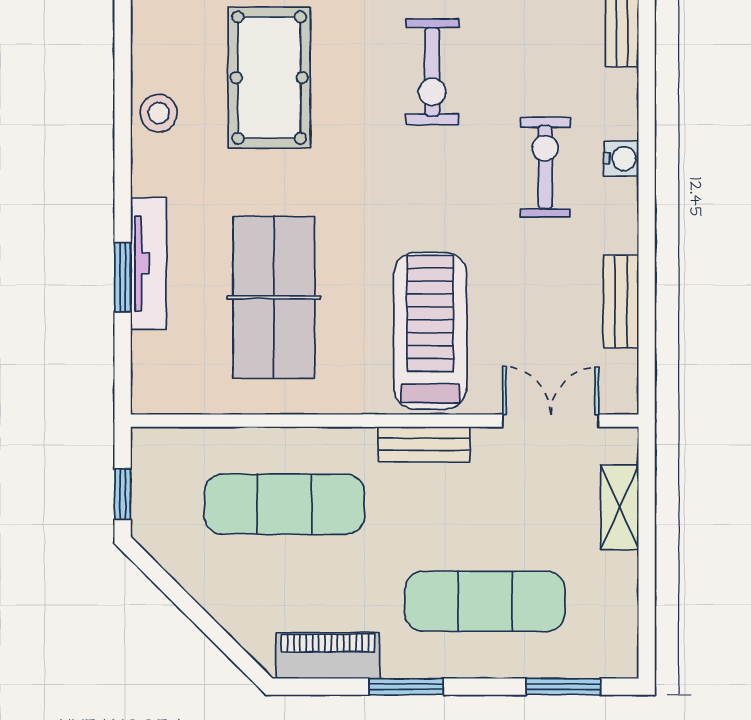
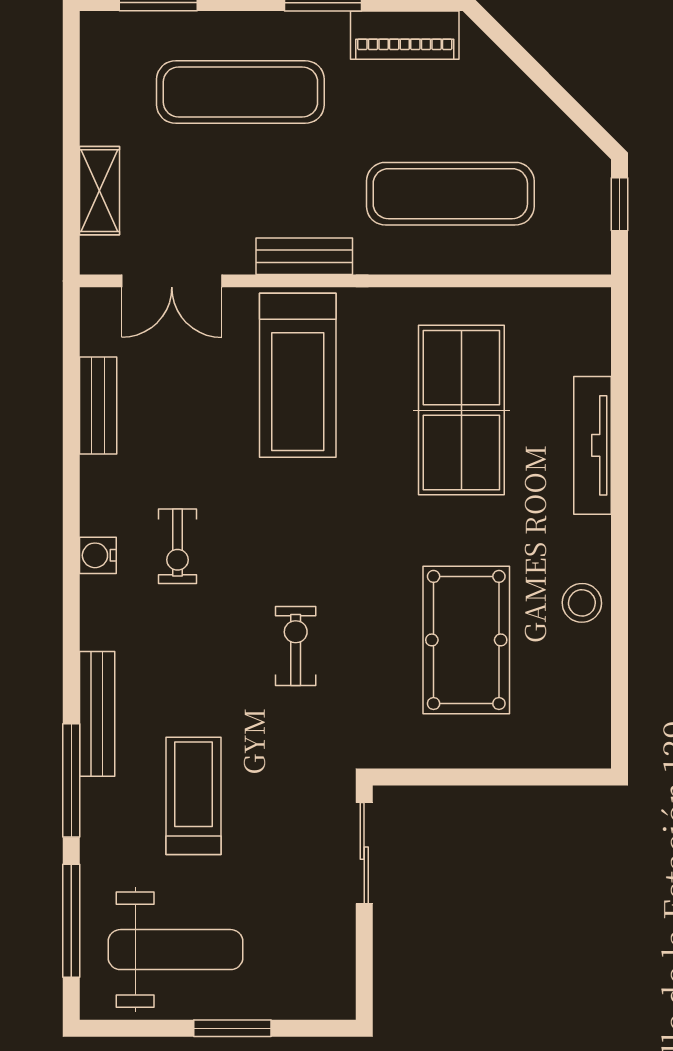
exercise bike: (432, 72) -> (296, 646), width x0.73, depth x0.72
exercise bike: (545, 167) -> (178, 546), width x0.73, depth x0.72
window: (123, 277) -> (620, 431), removed

